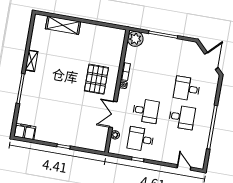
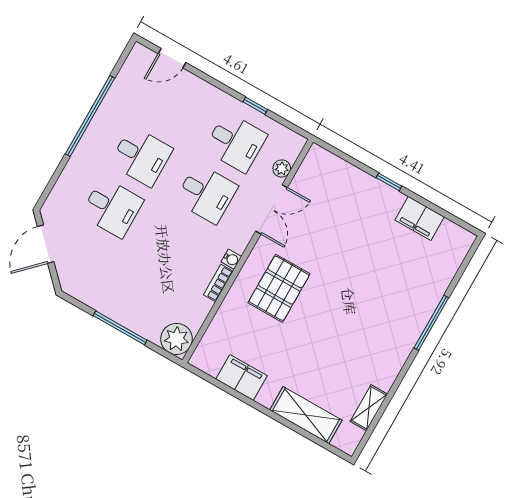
filing cabinet: (99, 32) -> (241, 377), added
shelving: (31, 61) -> (369, 408), moved
desk: (146, 111) -> (206, 194), turned 180
desk: (182, 117) -> (141, 156), turned 180
filing cabinet: (25, 131) -> (420, 218), moved
door: (184, 167) -> (172, 58), hinge flipped

